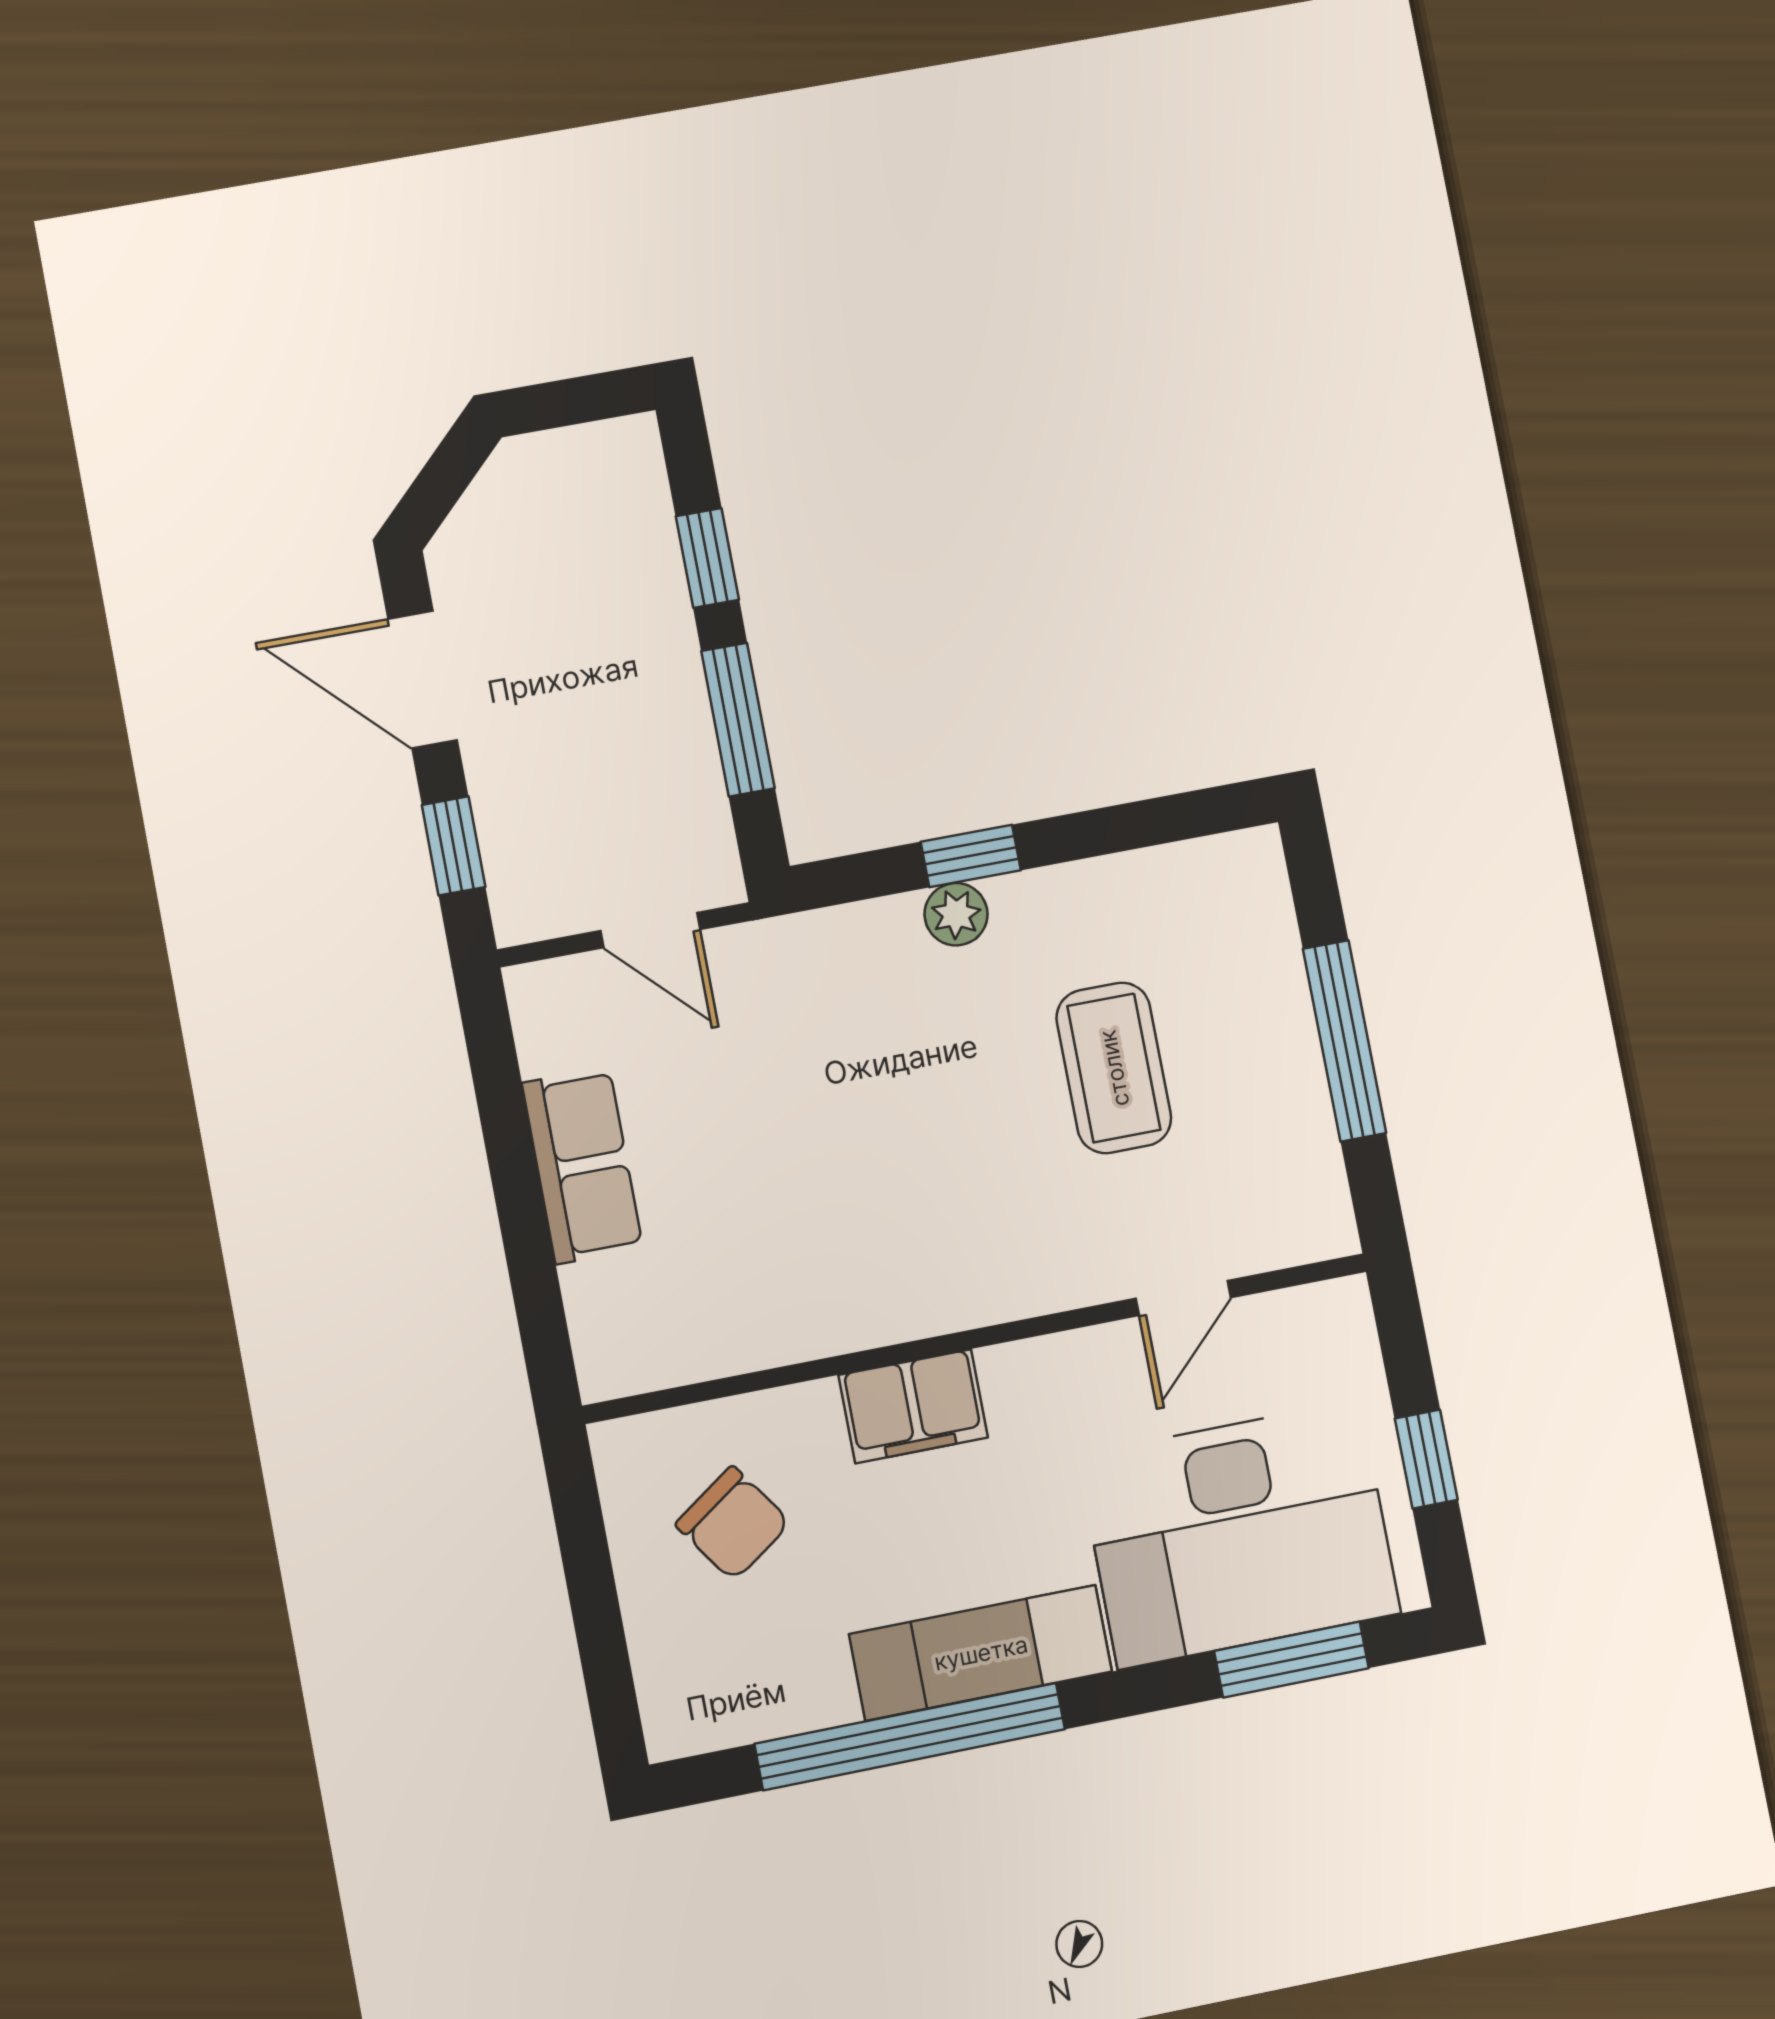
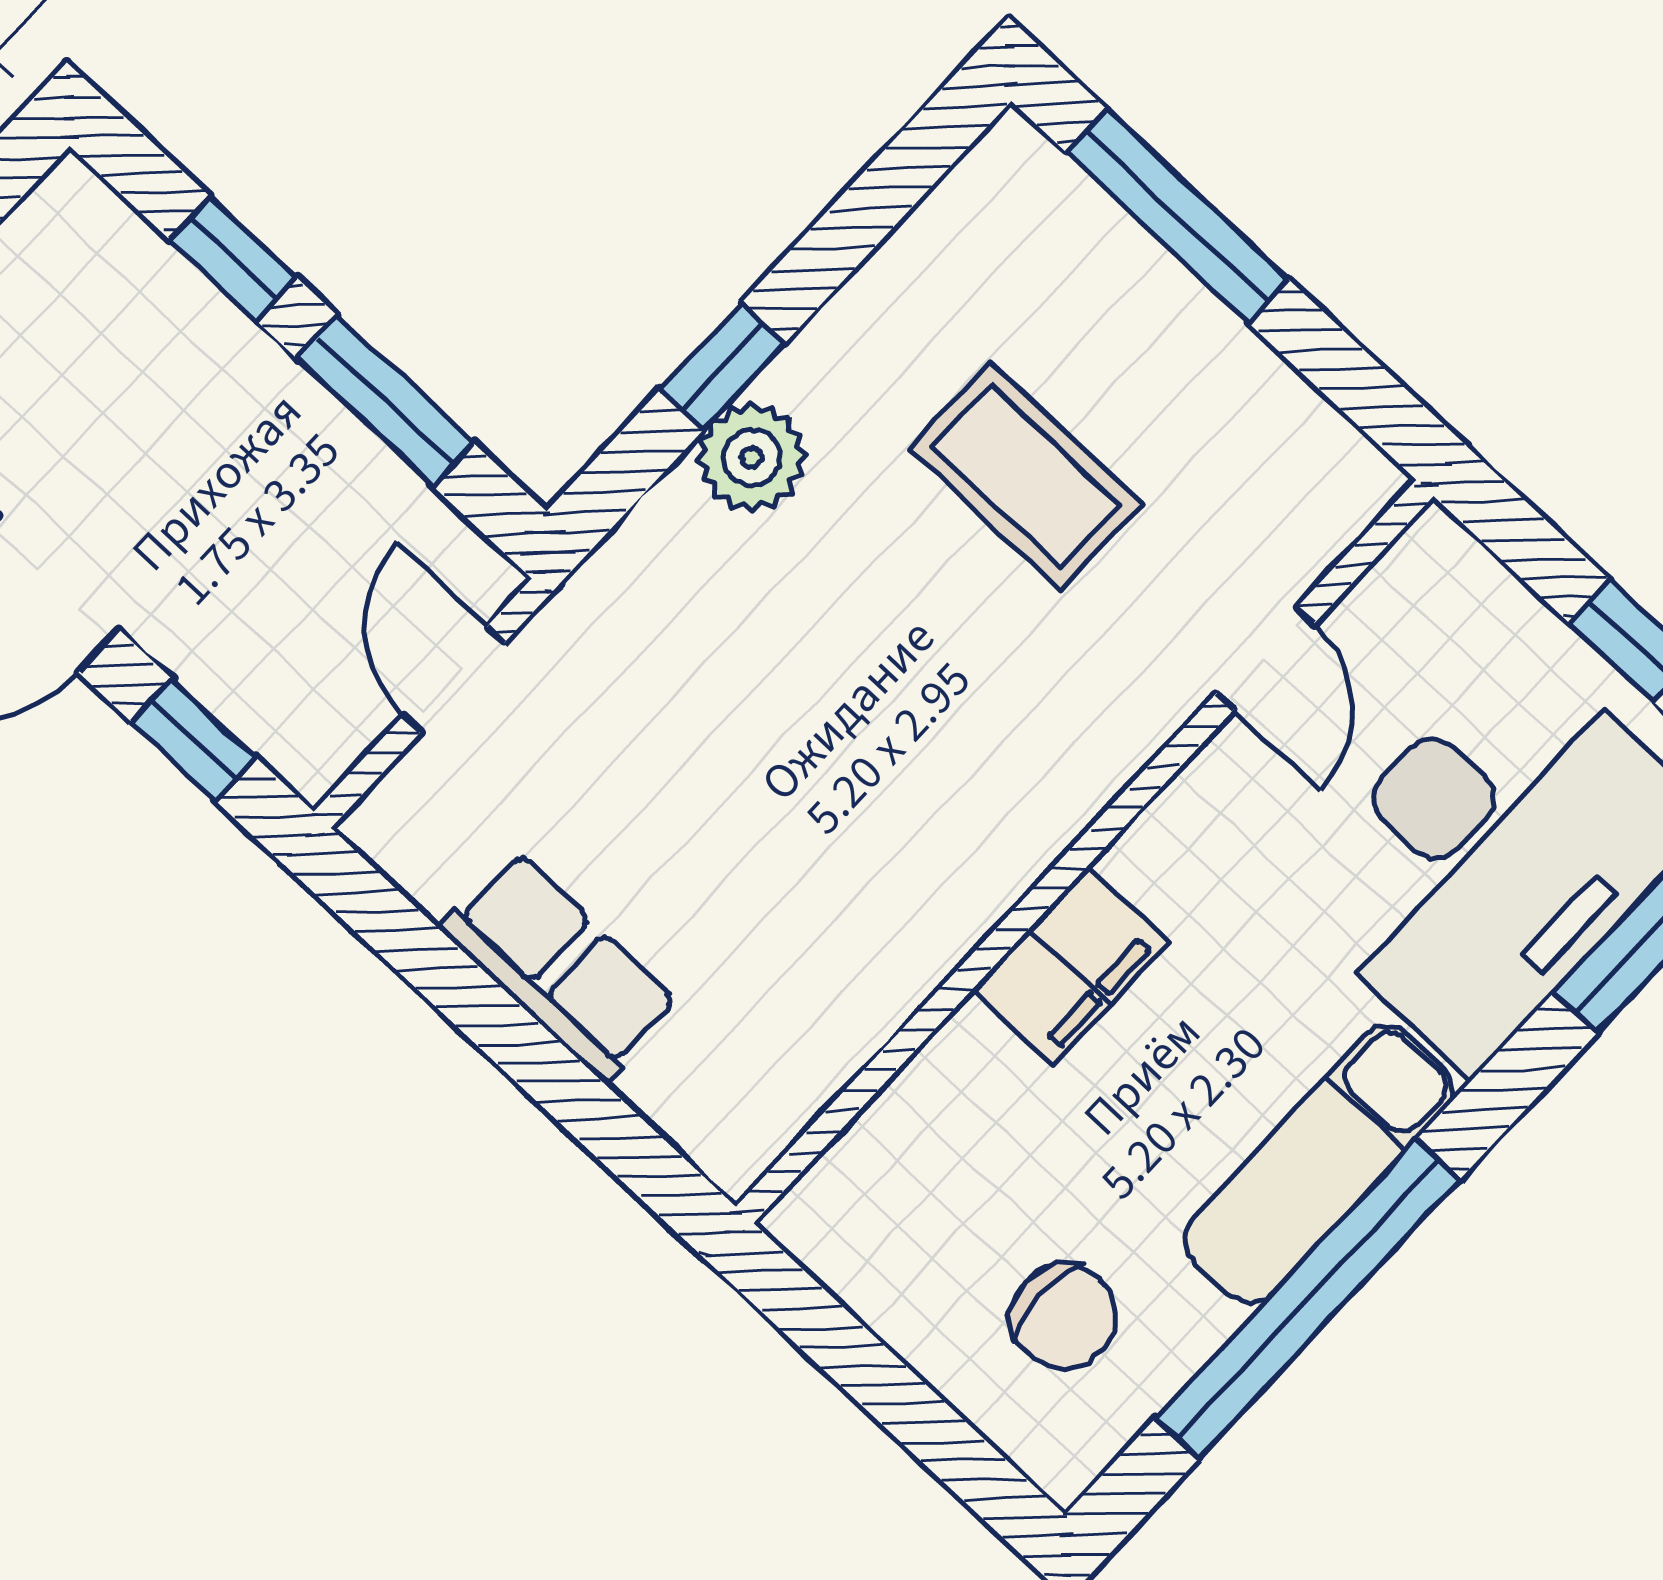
plant: (956, 914) -> (752, 458), width x1.38, depth x1.38
door: (650, 930) -> (454, 679), swing flipped
window: (1344, 1041) -> (1177, 216), moved
chair: (733, 1523) -> (1064, 1317), moved, turned 35

